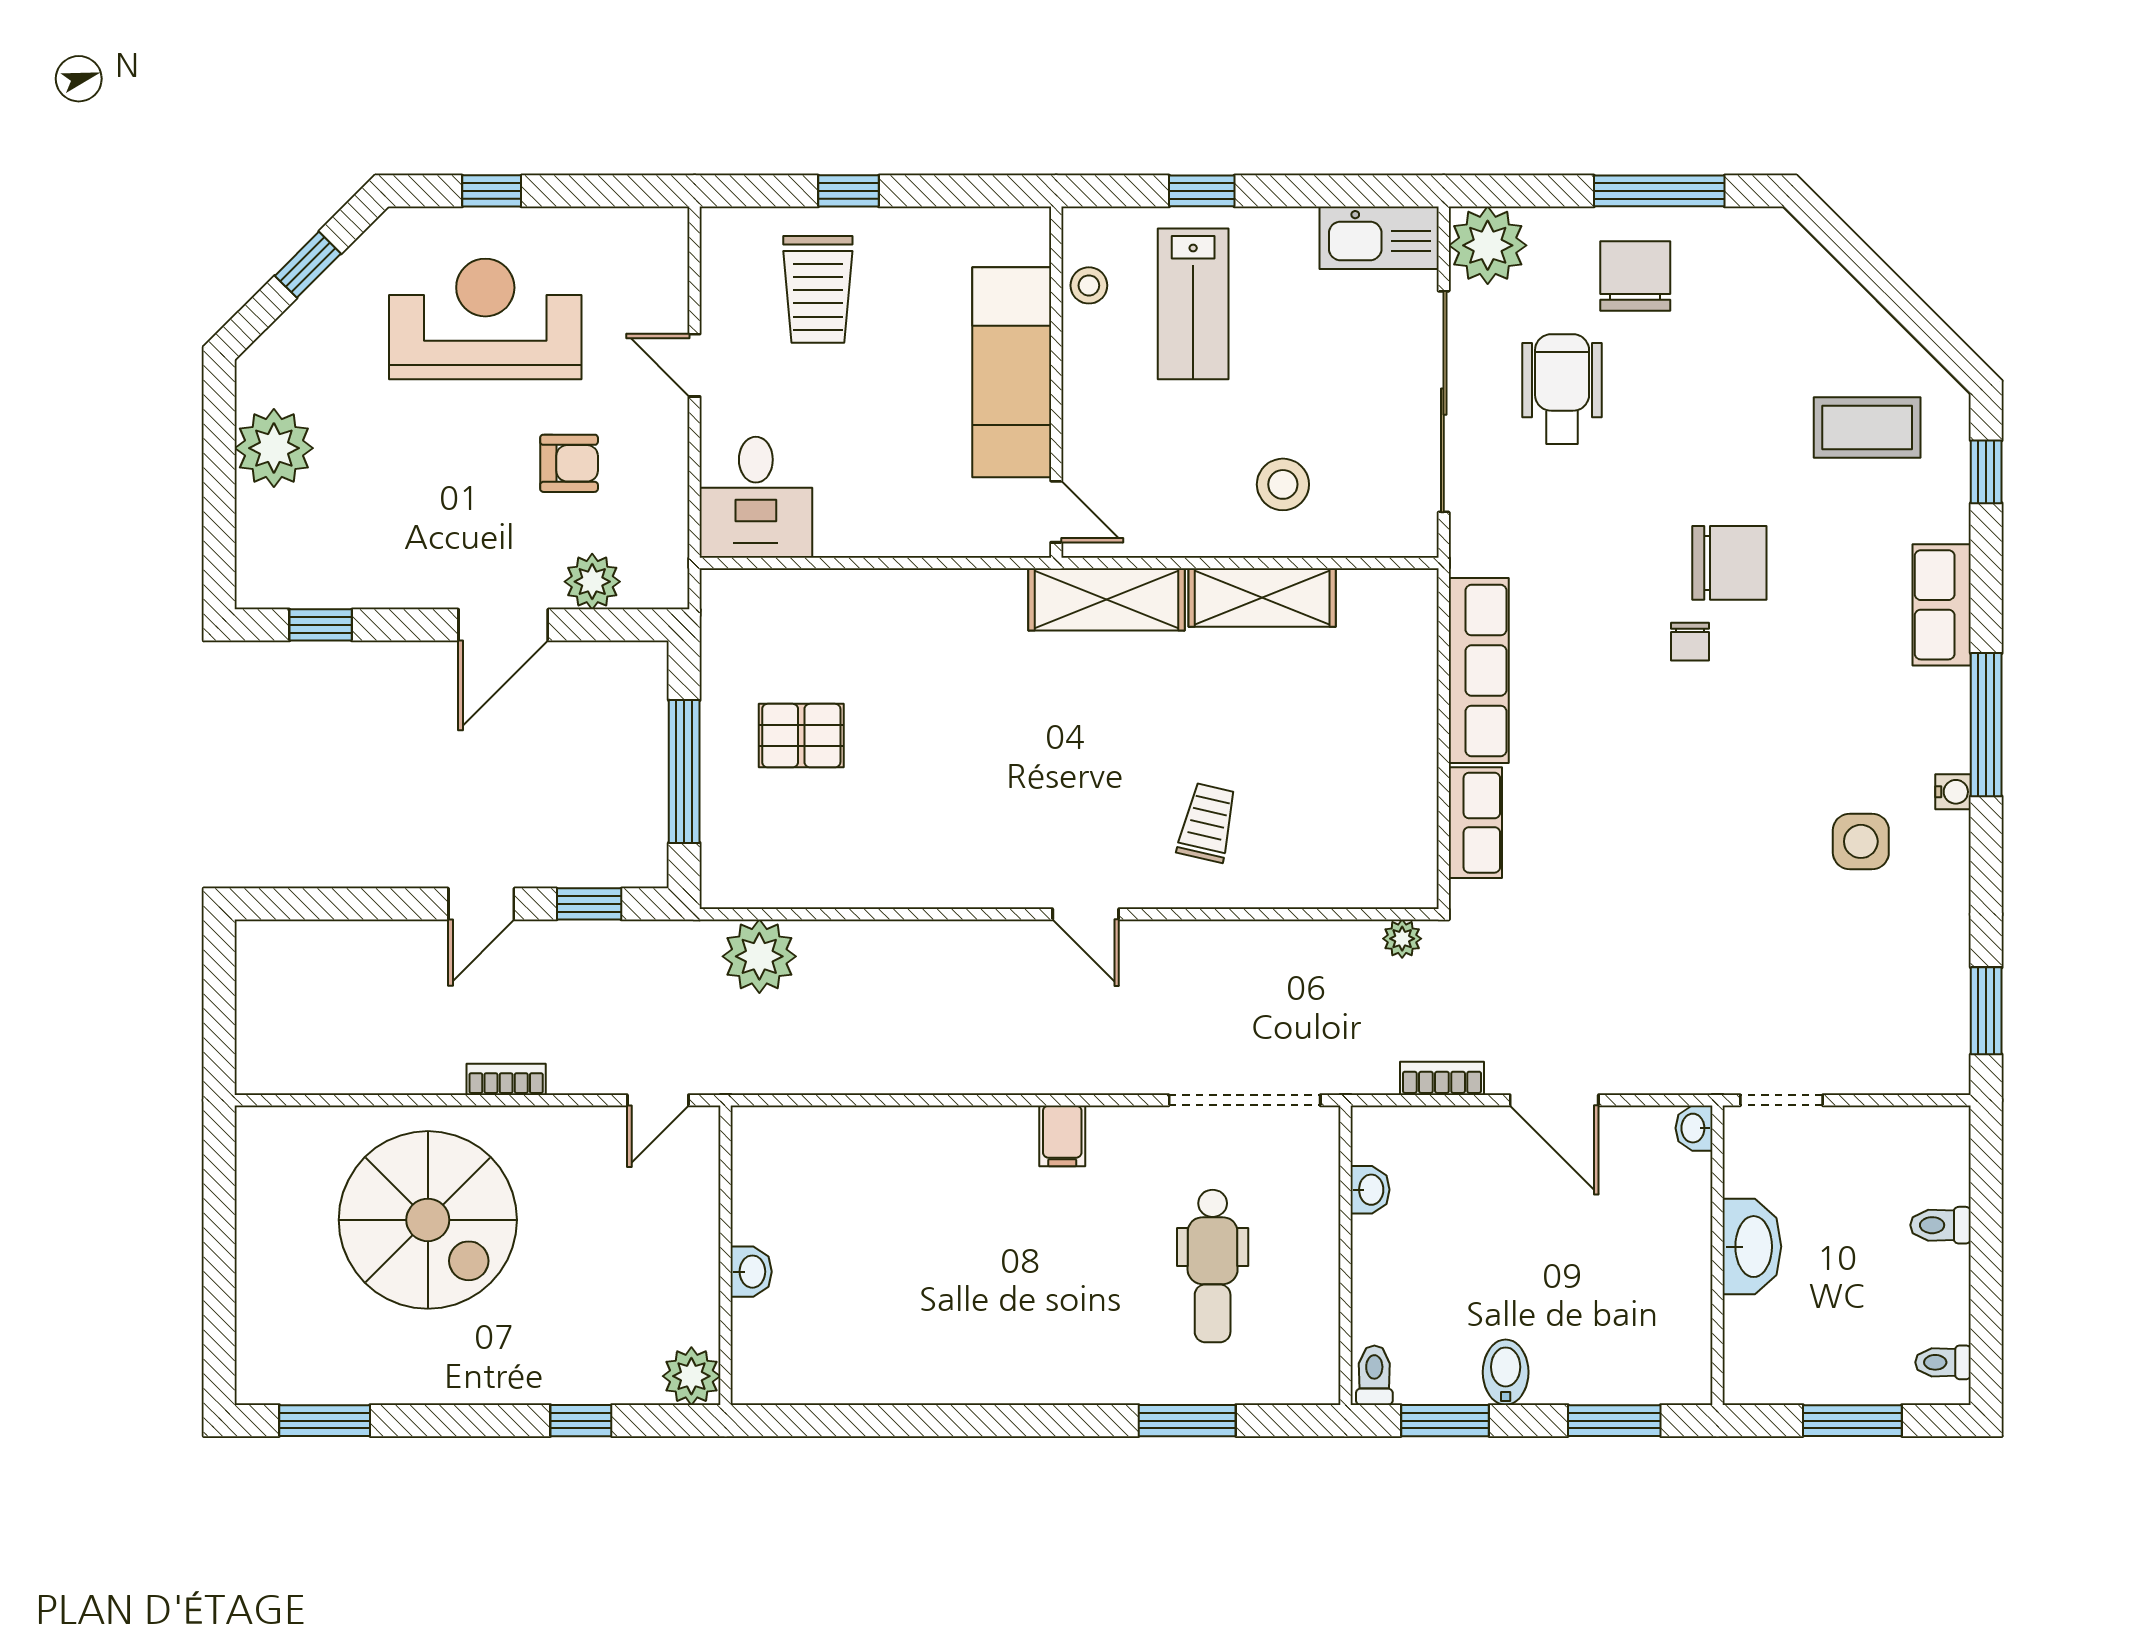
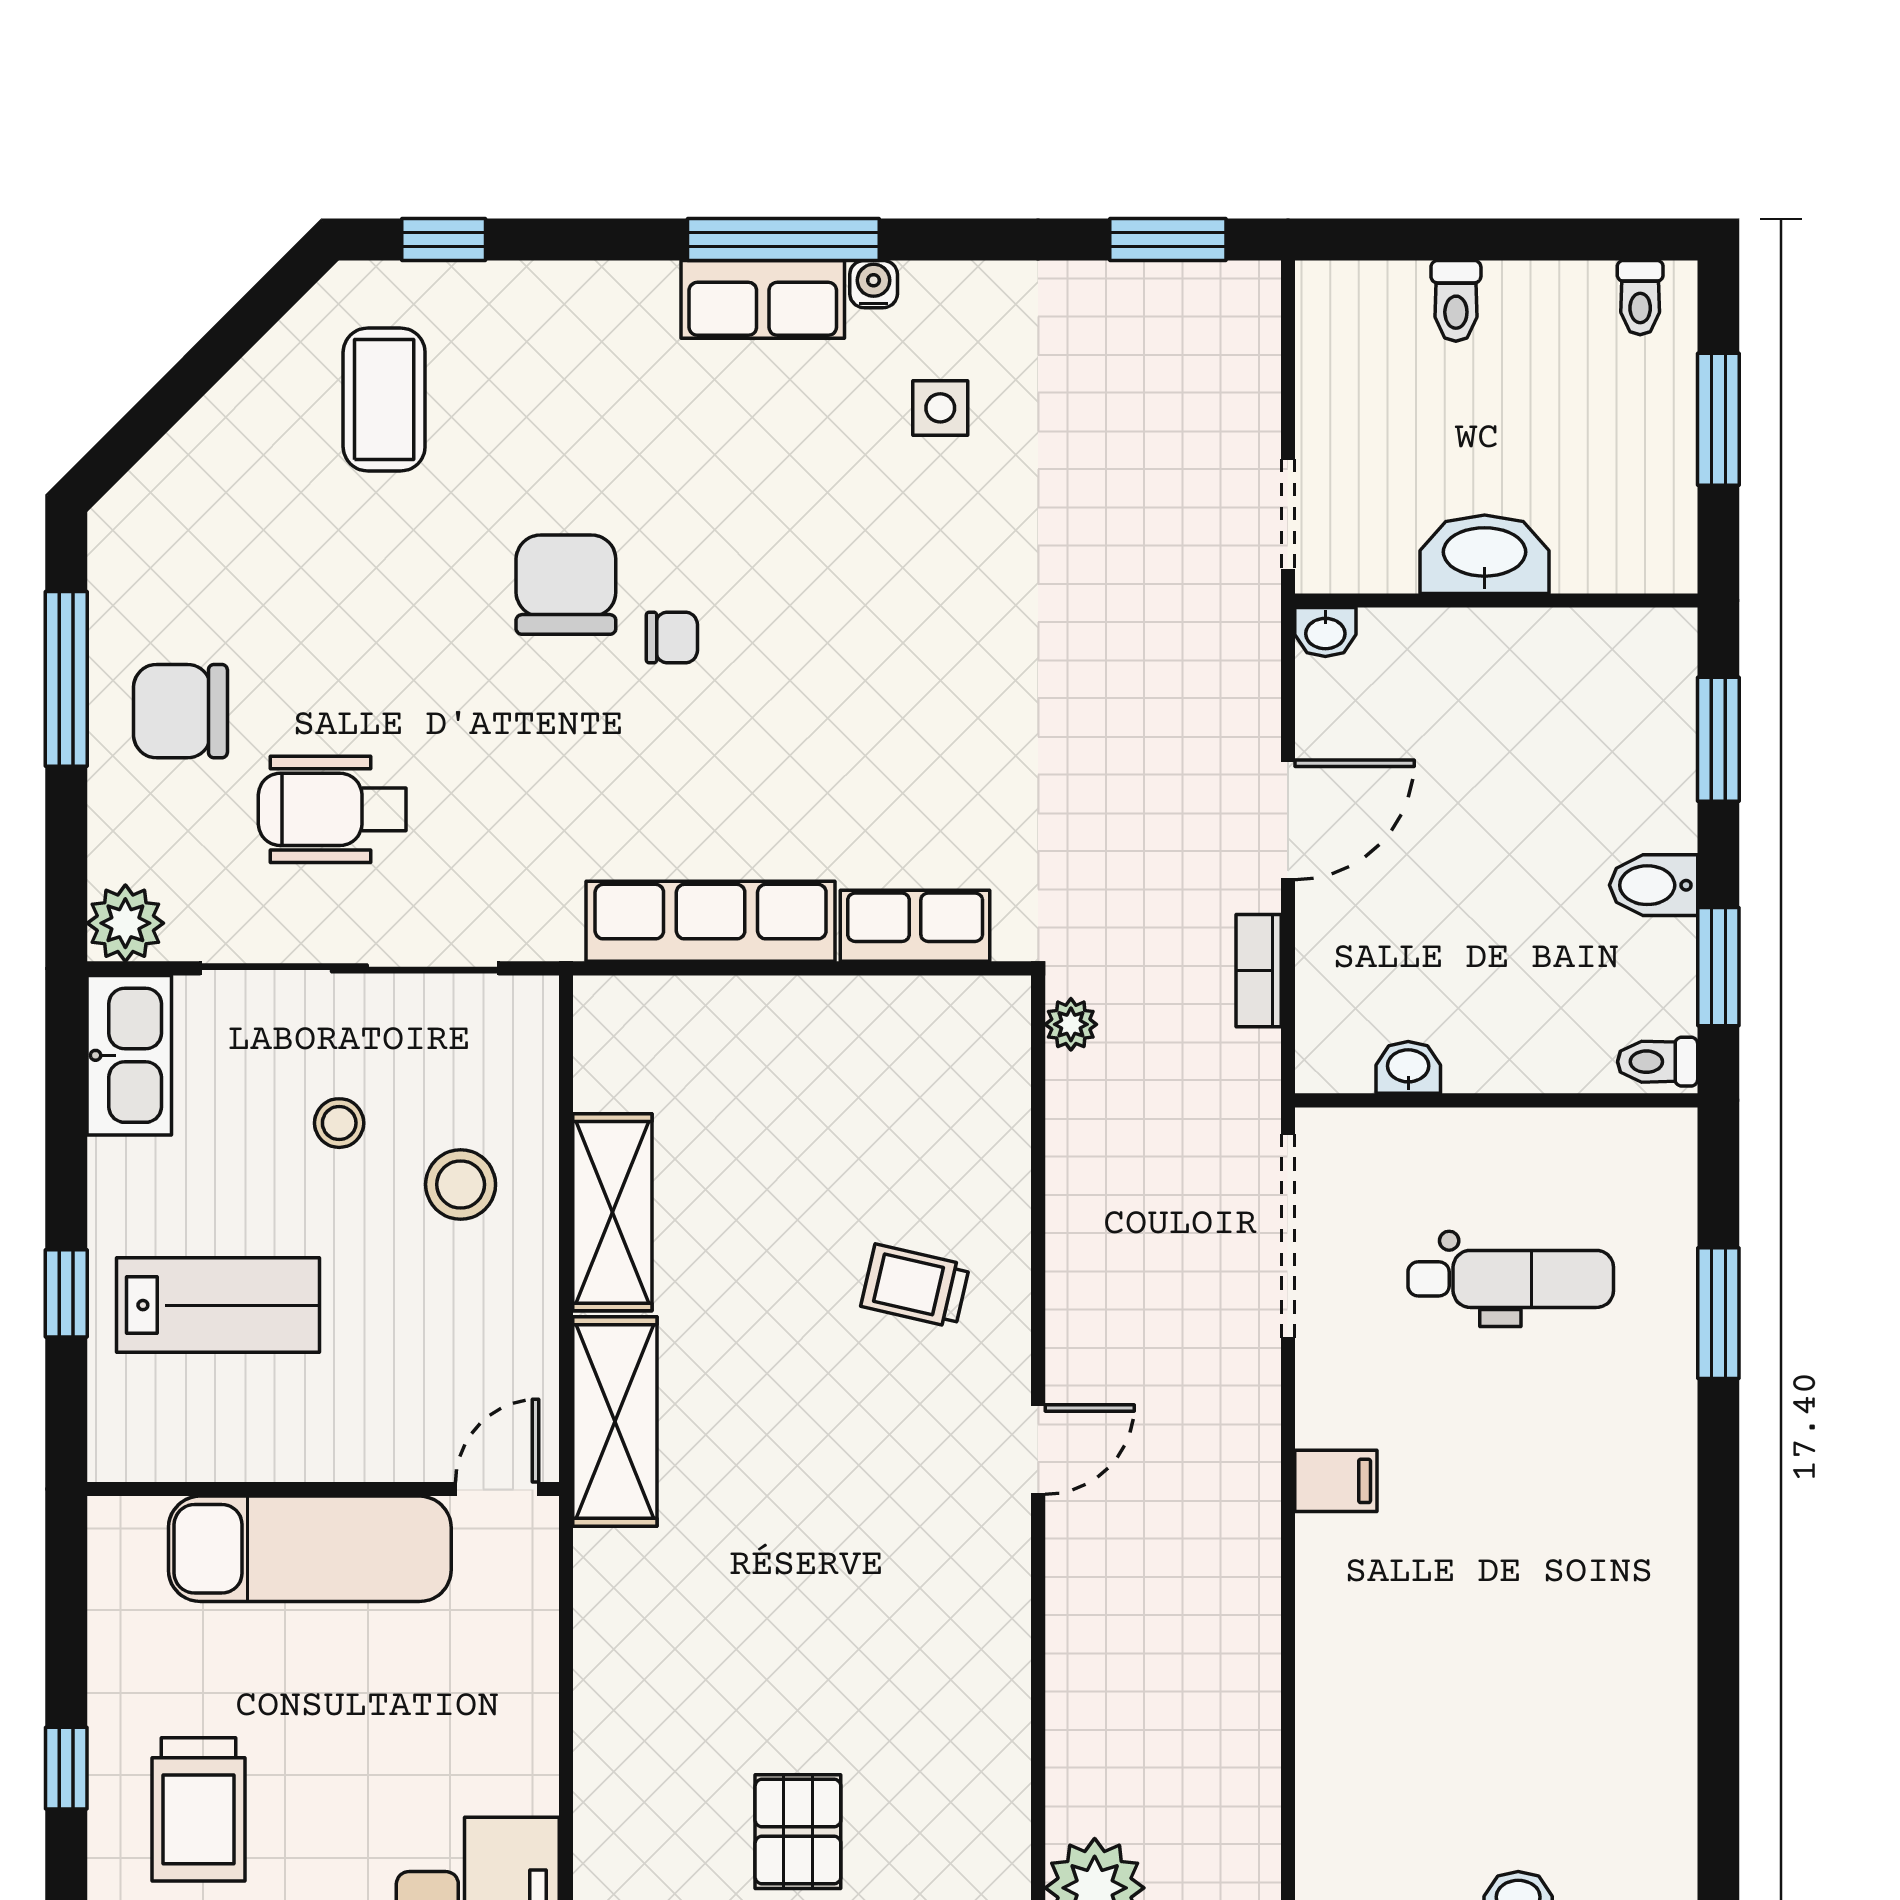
plant: (1488, 245) -> (125, 923), width x0.73, depth x0.73
stool: (1089, 285) -> (339, 1123), moved
trolley: (818, 289) -> (199, 1809), turned 90
row of seats: (1942, 605) -> (763, 299), moved
side table: (1861, 841) -> (940, 408), width x0.73, depth x0.73

